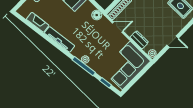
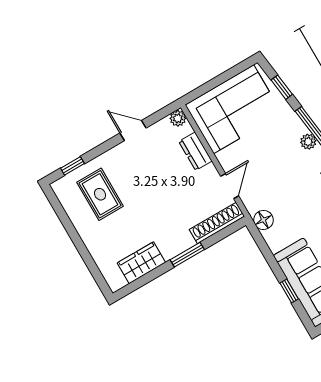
door: (118, 27) -> (230, 186), swing flipped

